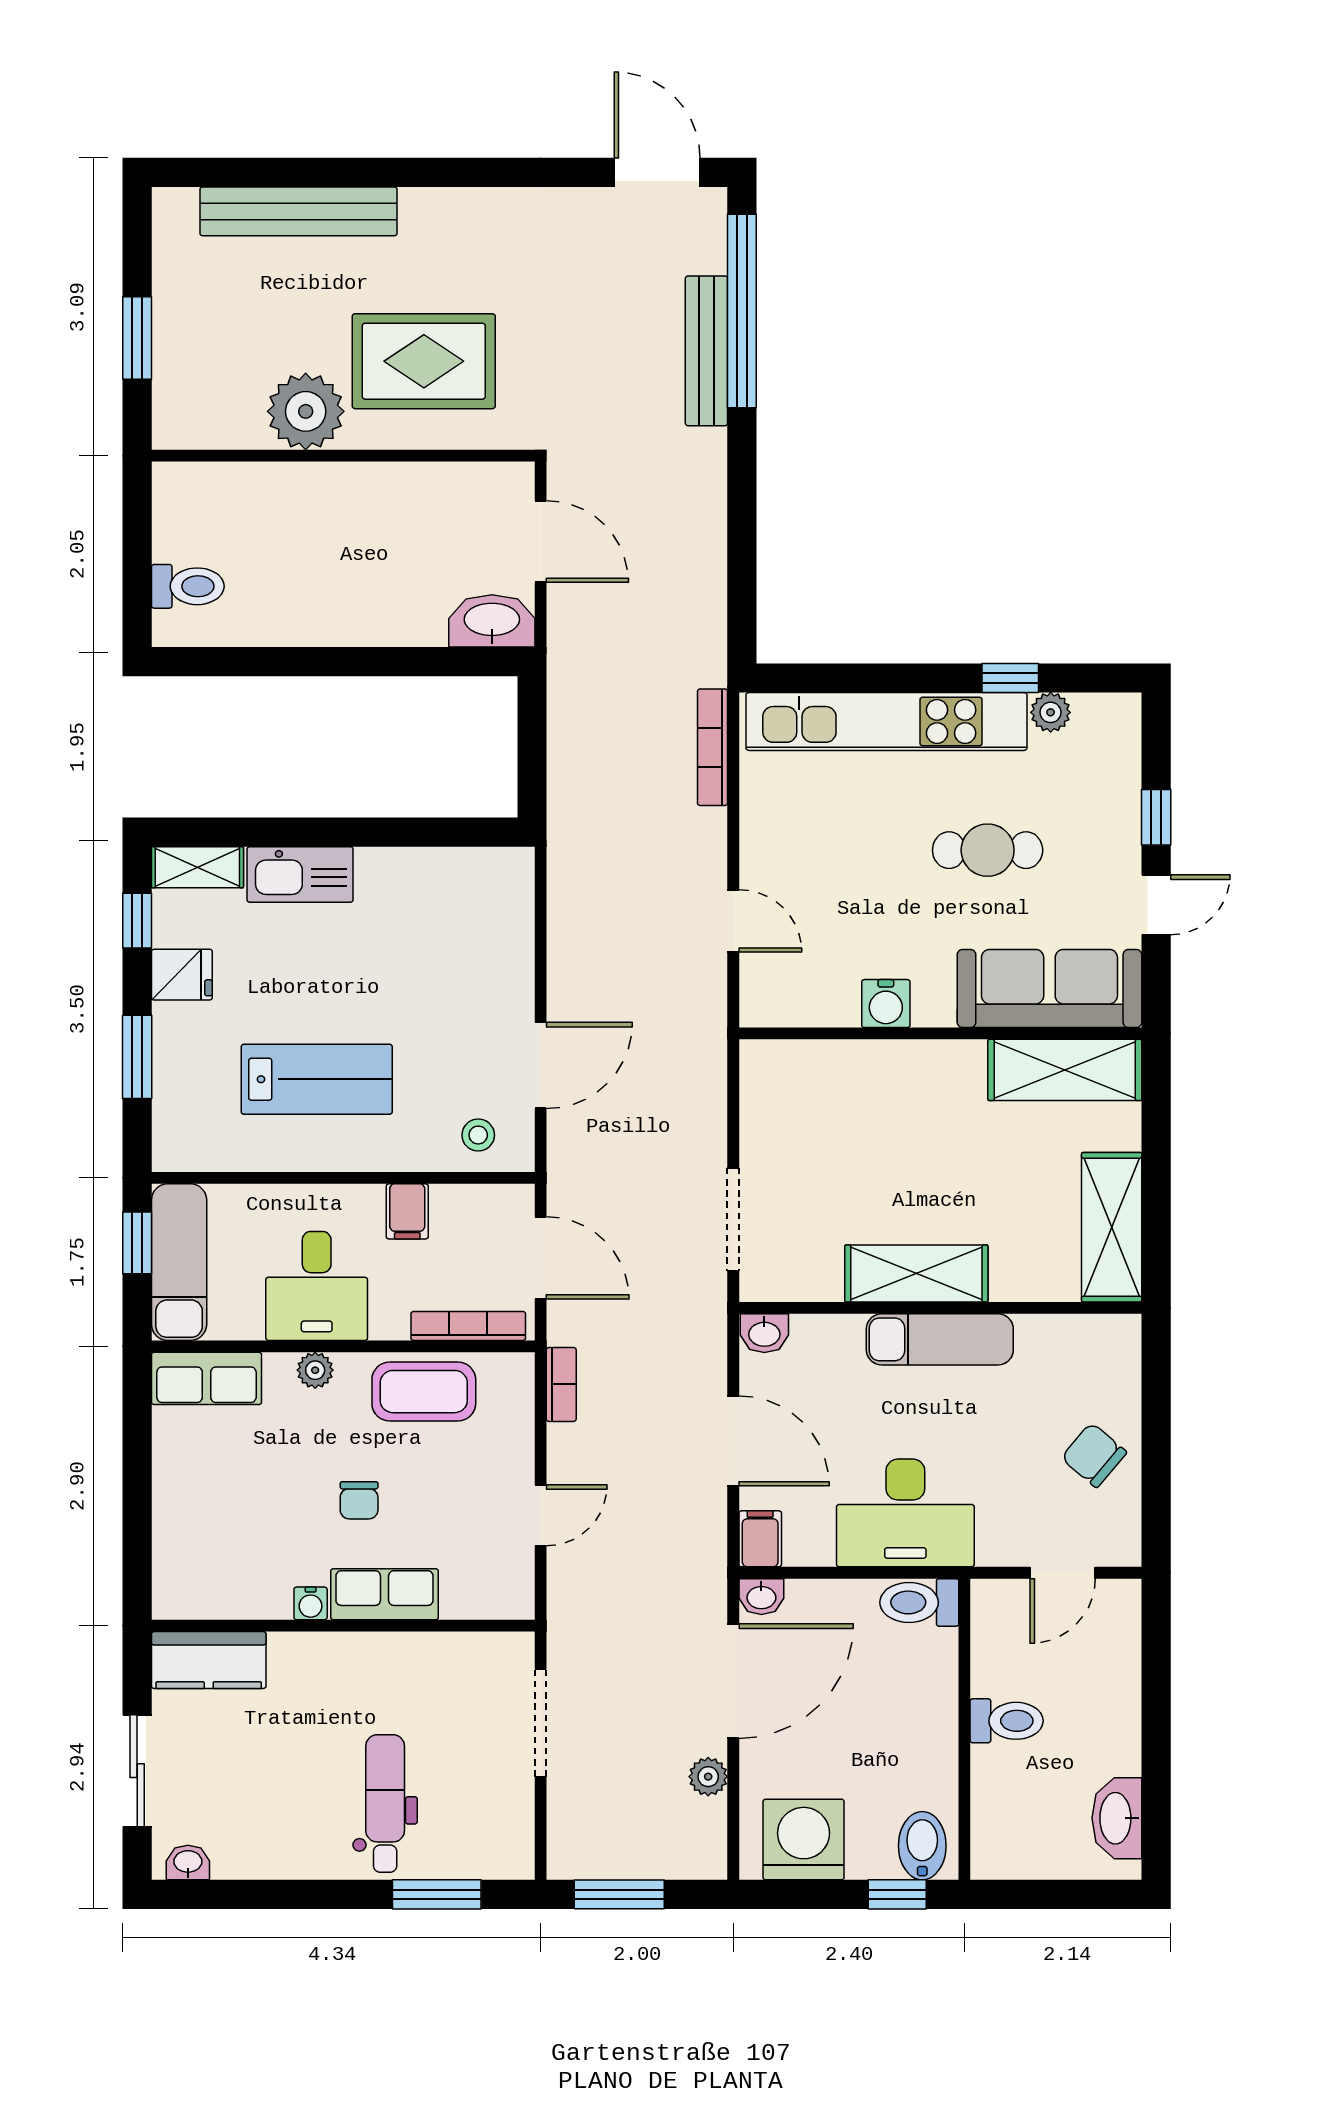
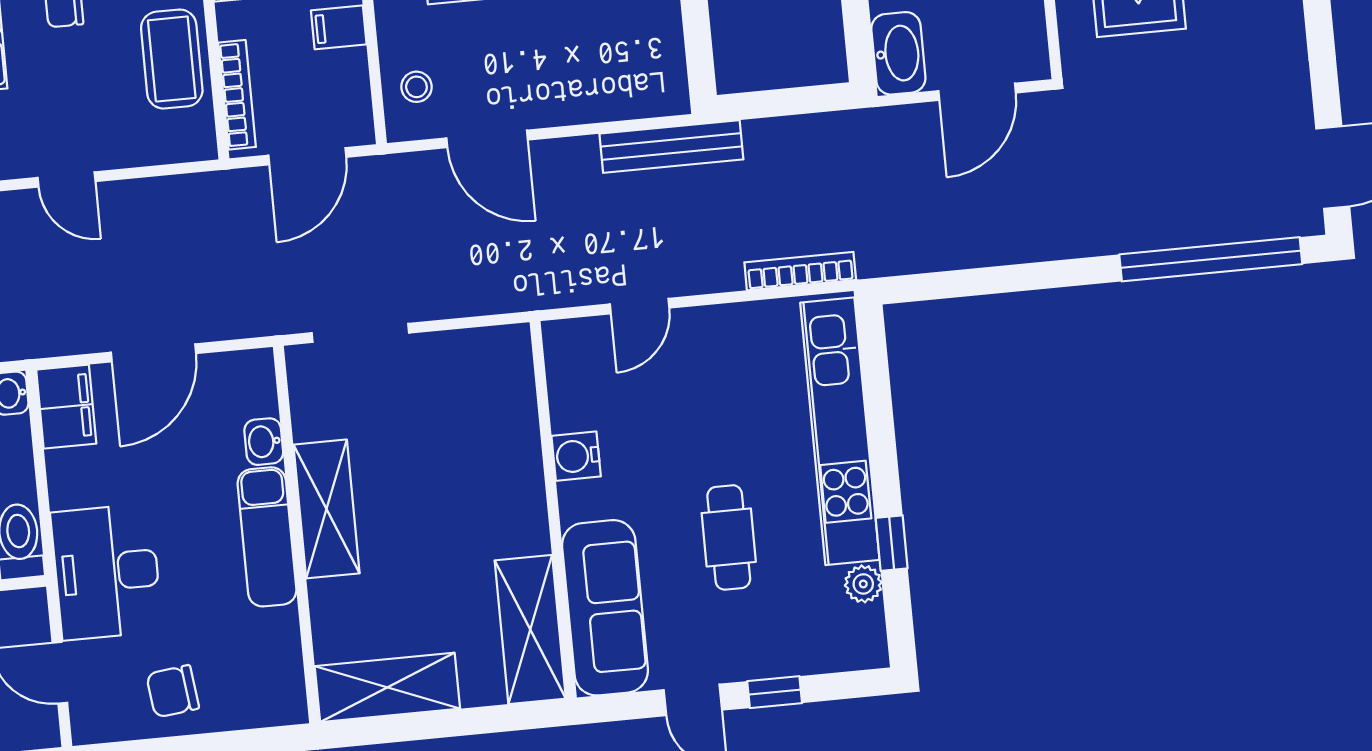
bench: (706, 351) -> (671, 147), moved
washbasin: (764, 1333) -> (264, 442), moved
bookcase: (561, 1384) -> (191, 187), removed
chair: (1094, 1455) -> (173, 691), turned -137
desk: (905, 1513) -> (107, 572), moved
filing cabinet: (760, 1539) -> (66, 407), width x2.00

